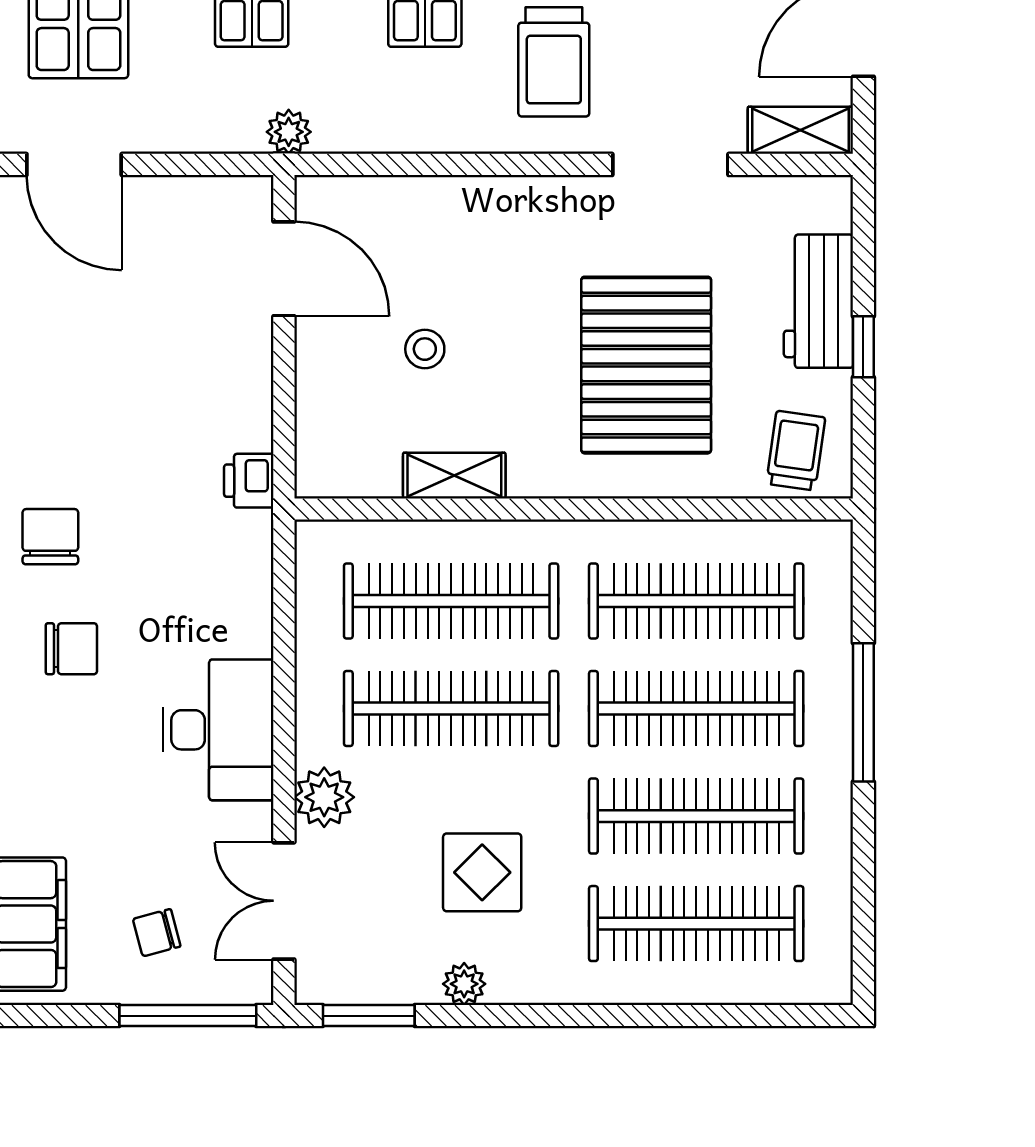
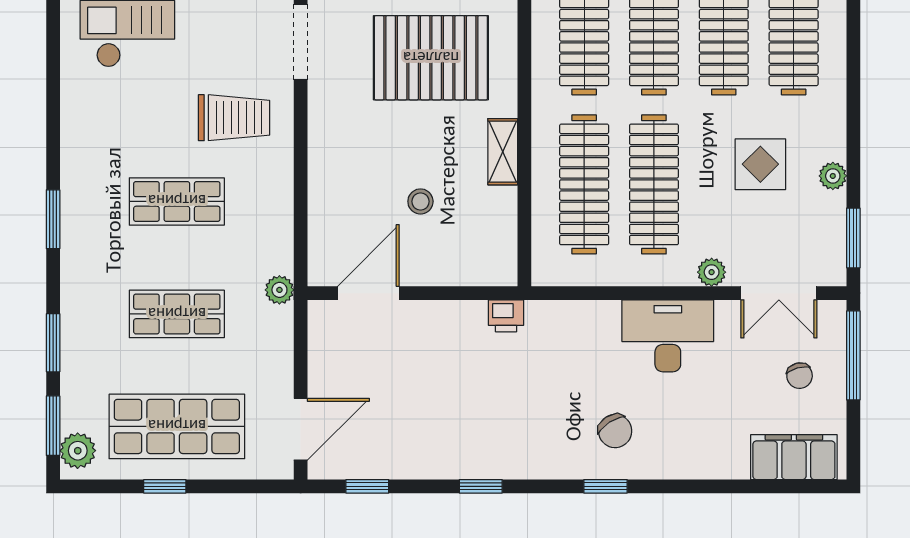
shelving: (454, 476) -> (503, 152), moved
chair: (50, 537) -> (542, 445), removed
chair: (71, 649) -> (615, 431), turned 147
plant: (324, 797) -> (712, 272), width x0.73, depth x0.73

